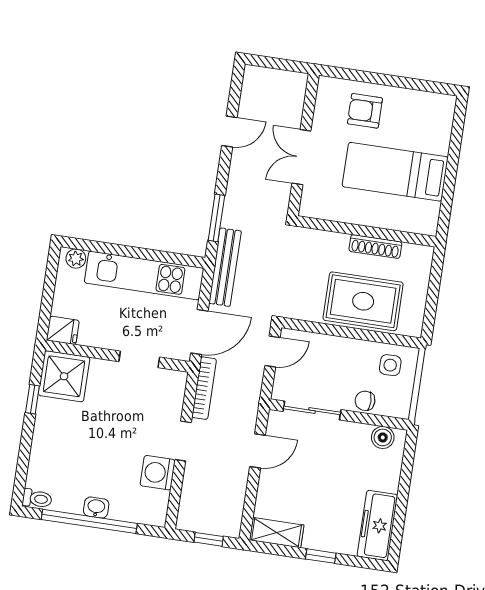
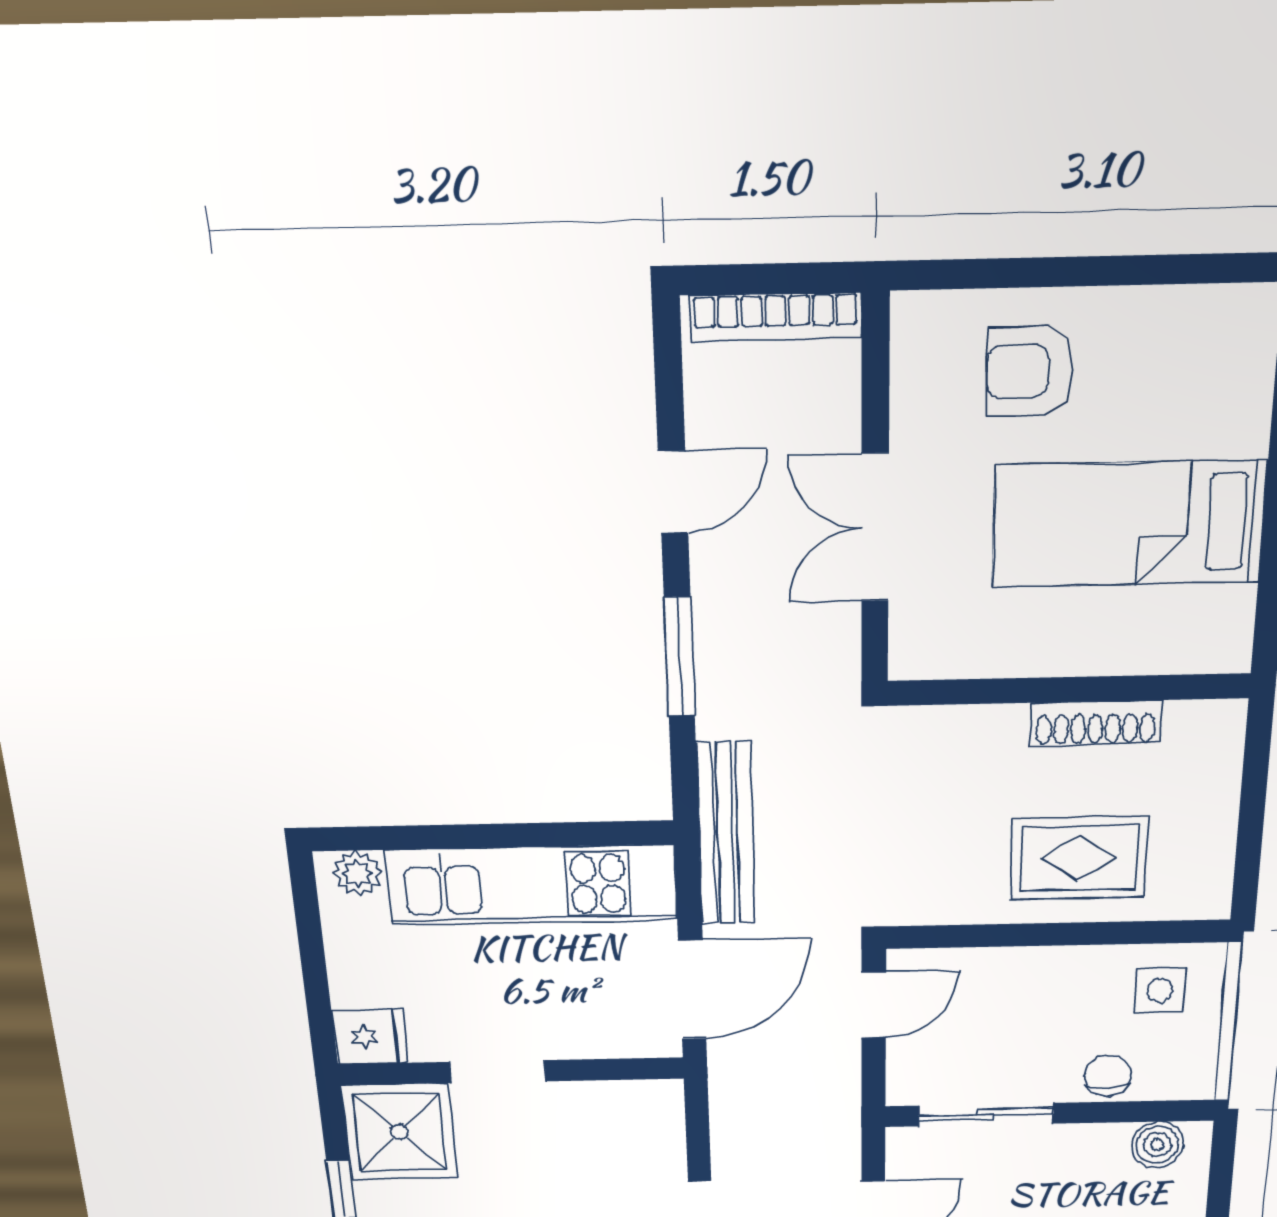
window: (216, 218) -> (679, 657), moved
rug: (363, 301) -> (1079, 858), width x0.73, depth x0.70
doorway: (139, 359) -> (498, 1072), moved
bookcase: (204, 388) -> (775, 316), moved, turned 90
chair: (365, 401) -> (1108, 1076), turned 90

